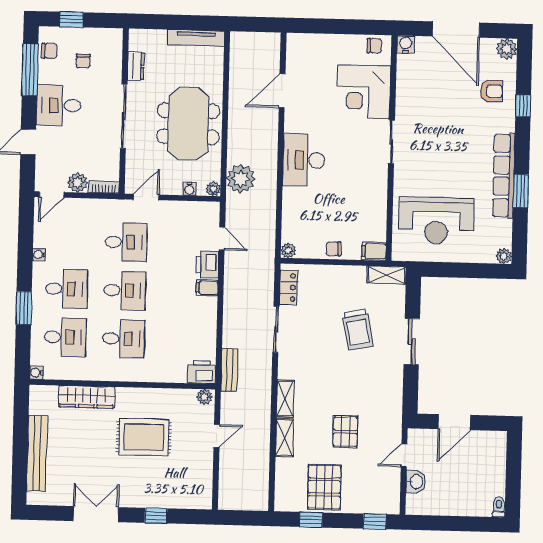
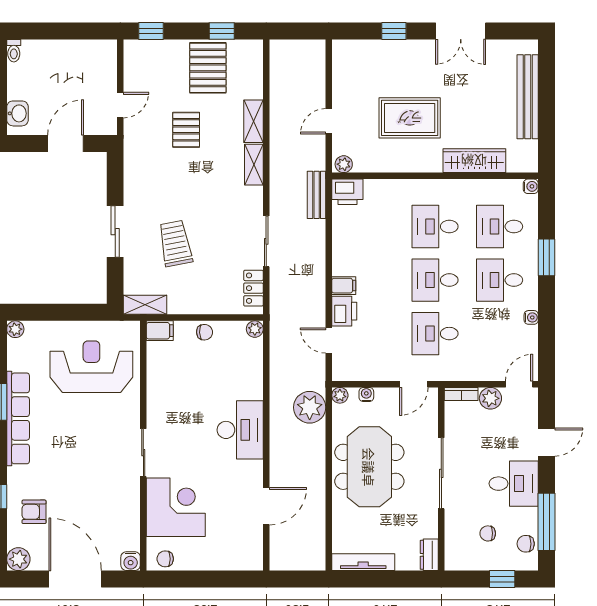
chair: (83, 61) -> (488, 533), turned -90
dresser: (136, 66) -> (429, 555), moved
washbasin: (416, 482) -> (18, 113), moved, turned 180

